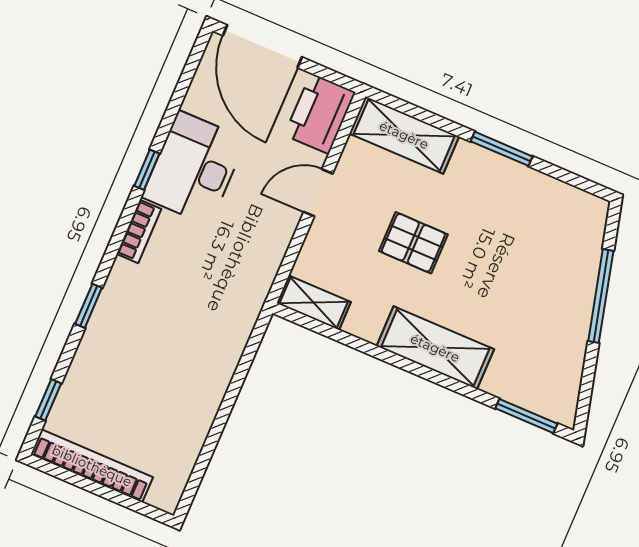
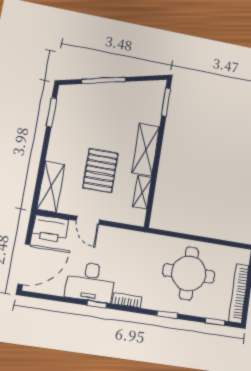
window: (502, 149) -> (52, 112), moved
pallet: (413, 243) -> (100, 171), width x1.50, depth x1.42
shelving: (314, 303) -> (142, 192), moved
round table: (159, 372) -> (189, 273), added

